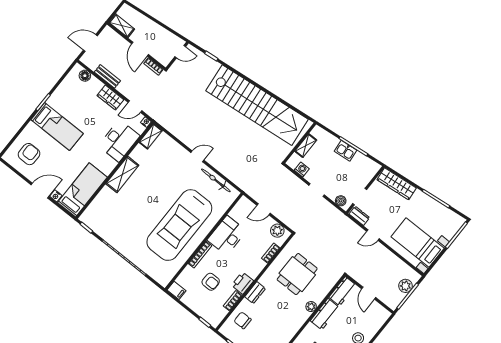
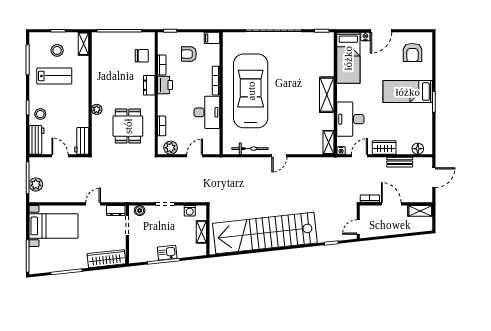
armchair: (211, 282) -> (189, 54), moved
workbench: (325, 314) -> (37, 140), moved, turned 180

